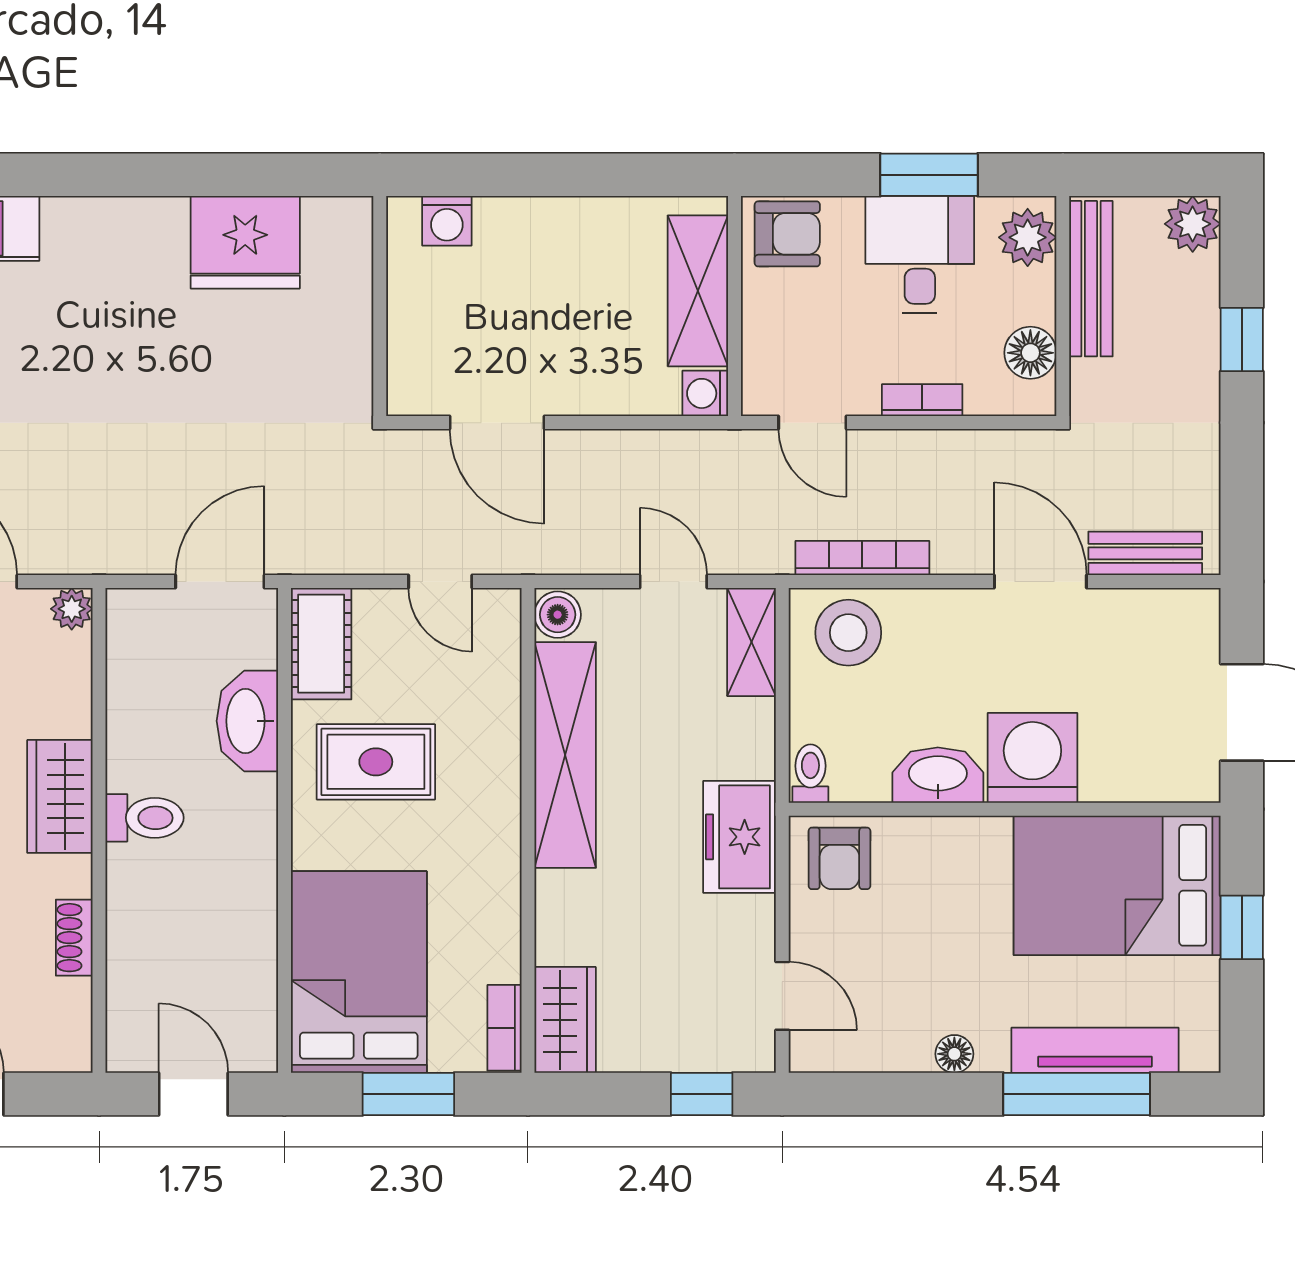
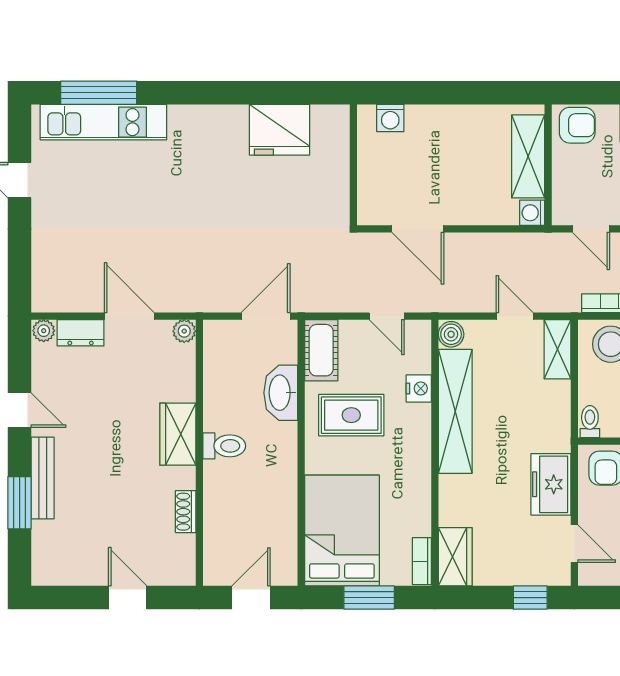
nightstand: (499, 713) -> (419, 388), added
freezer: (739, 837) -> (551, 484), moved
door: (193, 1094) -> (251, 598), hinge flipped

